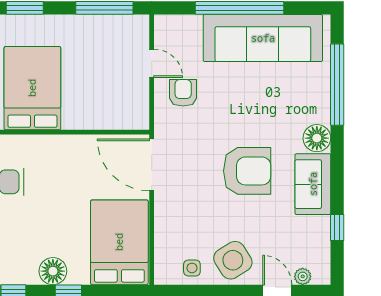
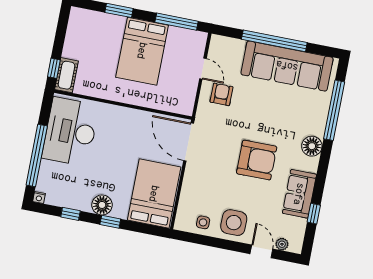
bed: (32, 88) -> (142, 51), moved, turned 180
sofa: (313, 184) -> (299, 194), moved
side table: (233, 260) -> (234, 223), turned 32

